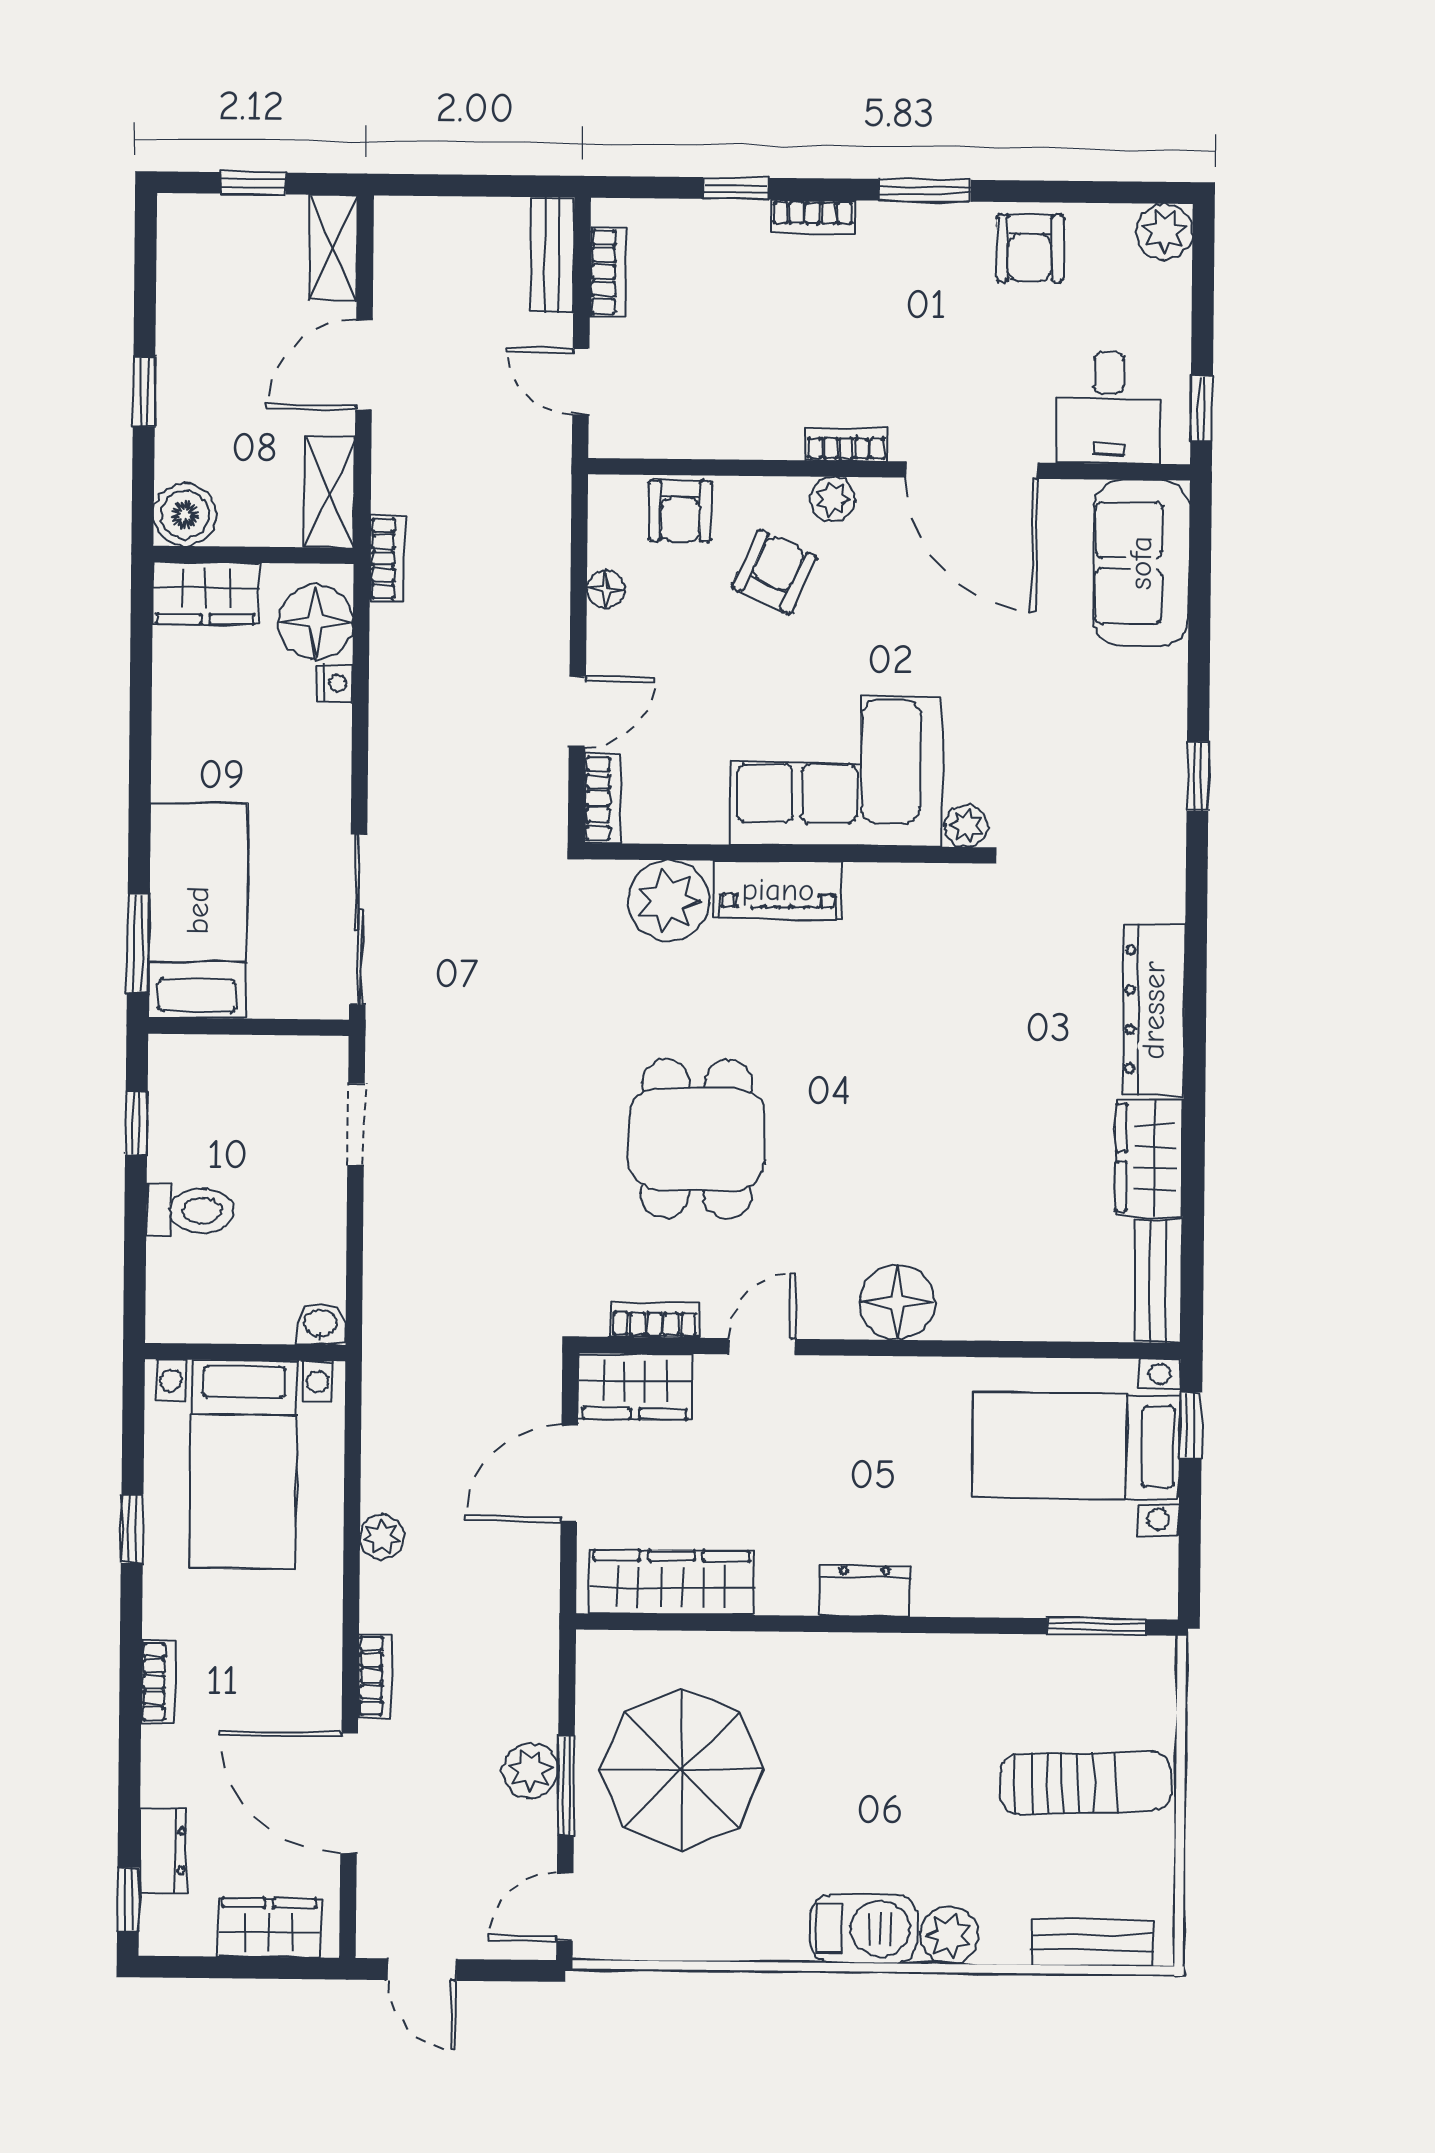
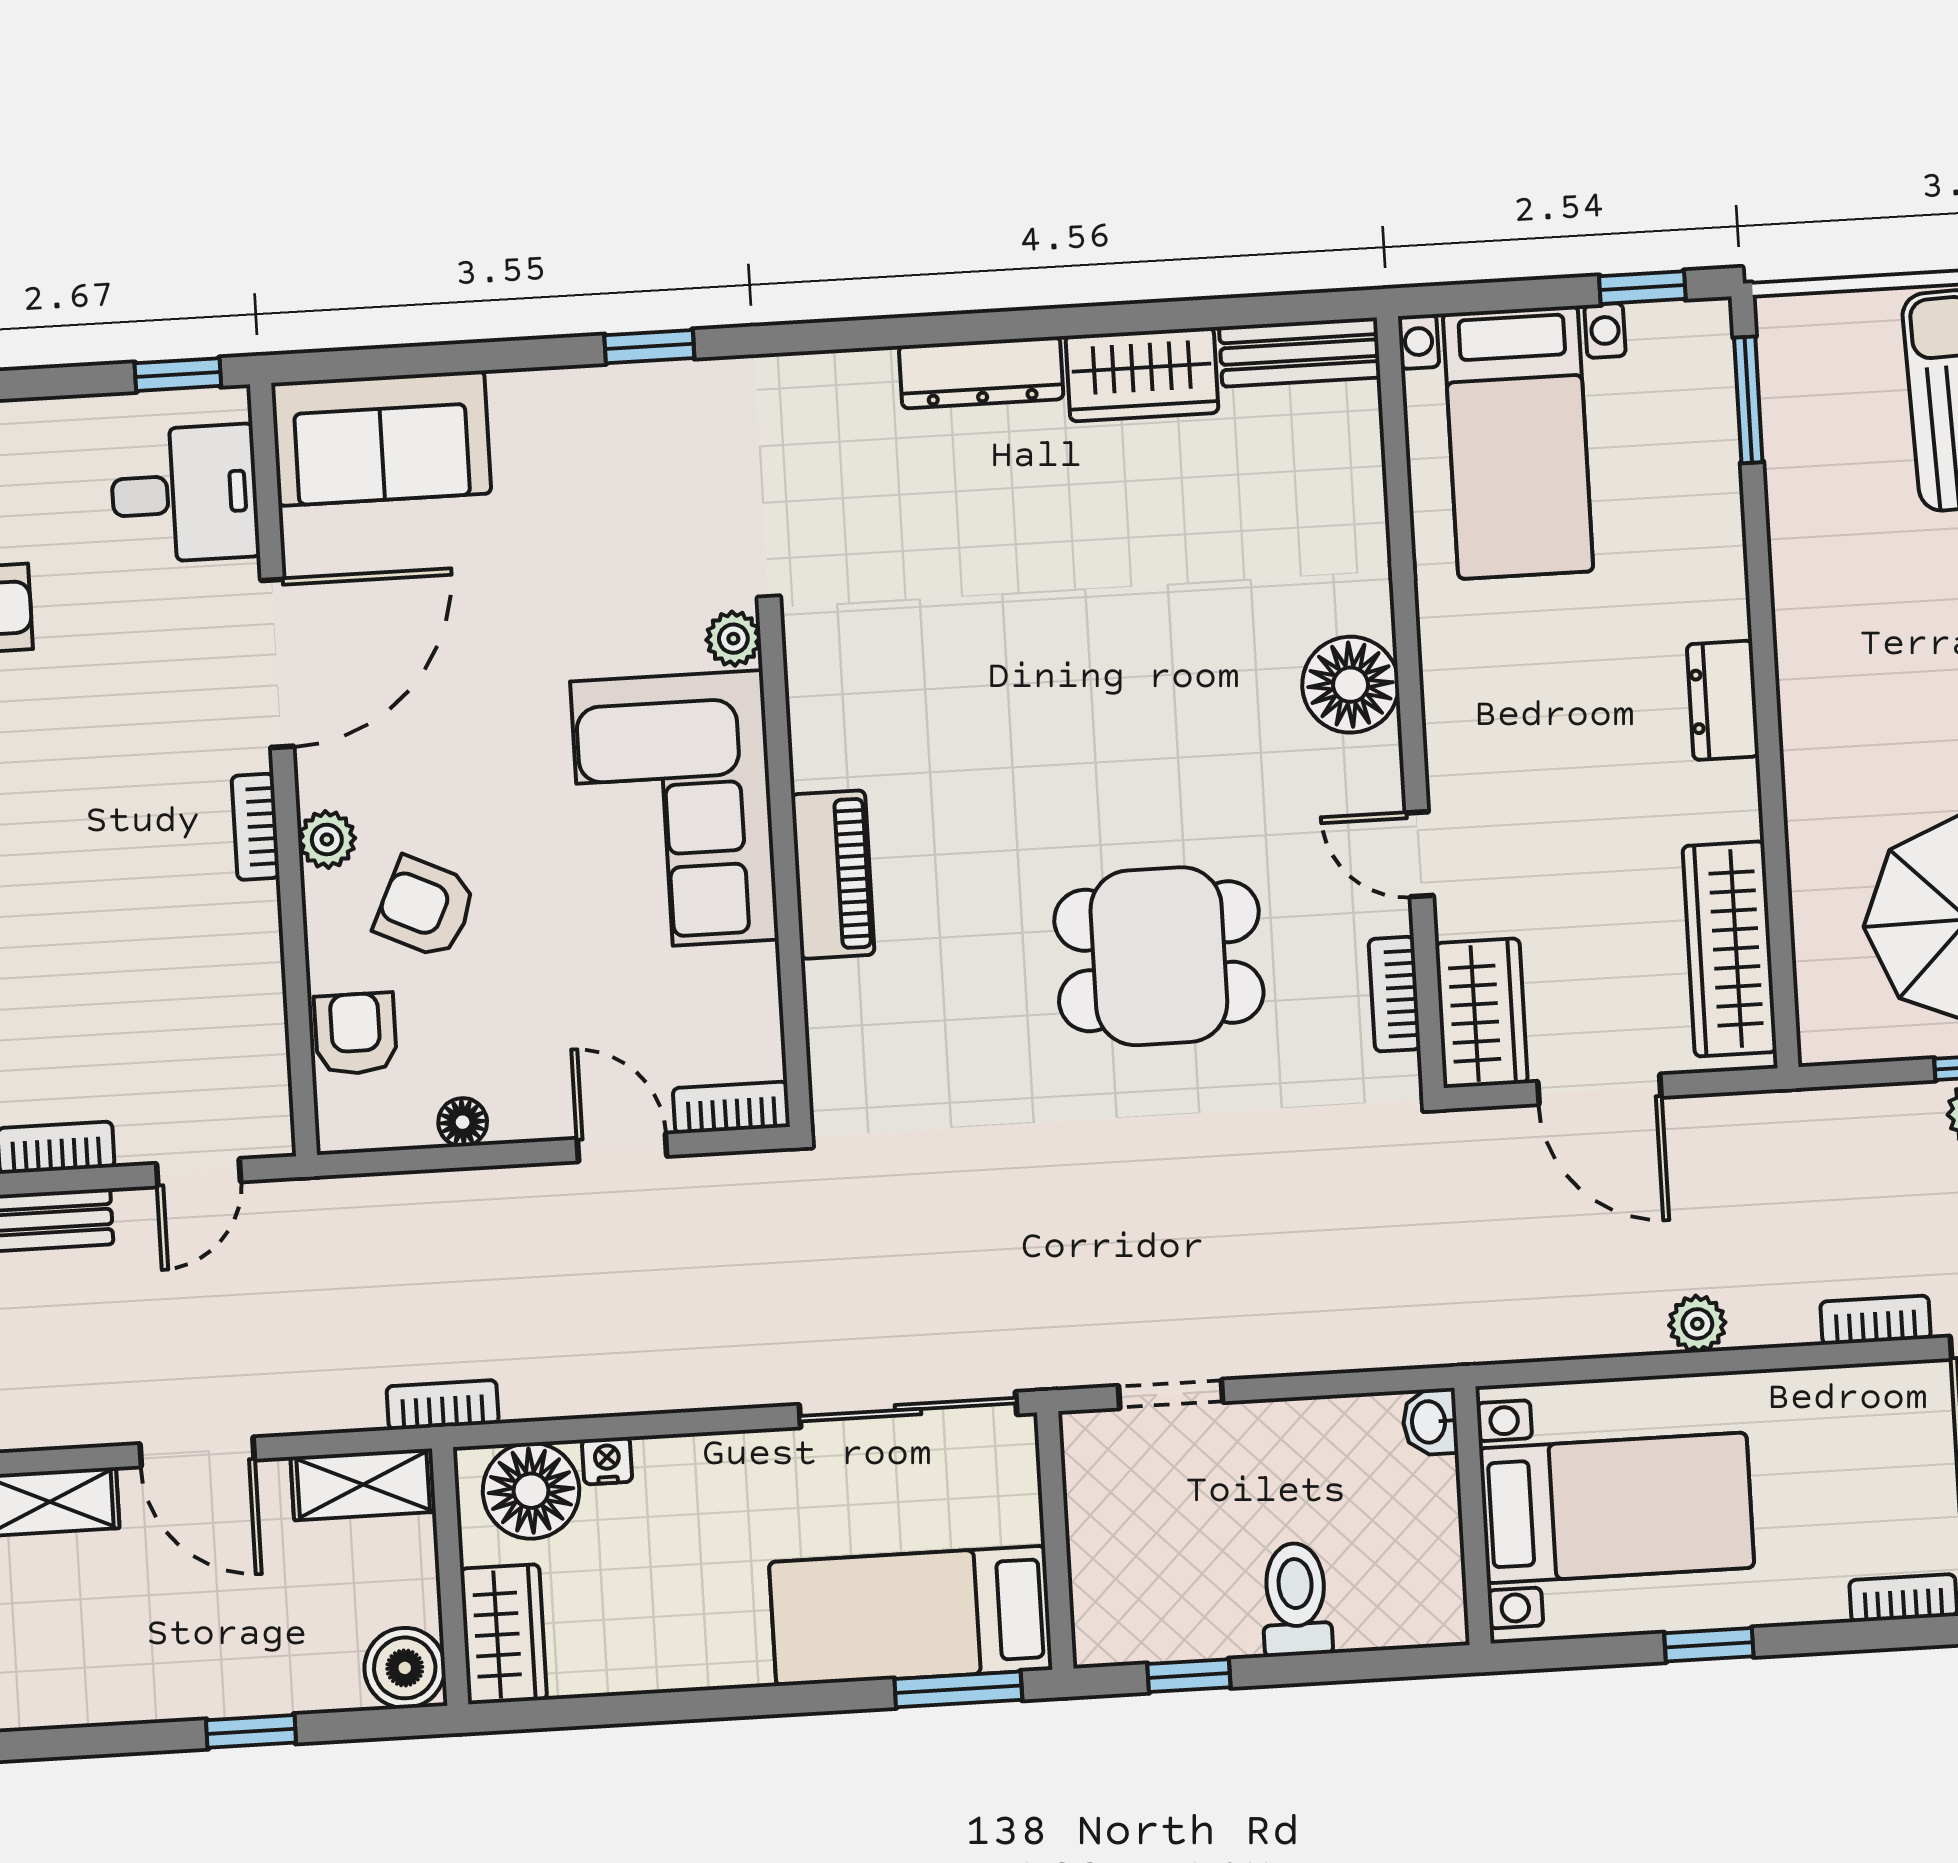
armchair: (680, 511) -> (355, 1034), turned -90
plant: (669, 901) -> (856, 1014), removed
dresser: (1154, 1010) -> (981, 372), width x0.73, depth x0.80
window: (1191, 1426) -> (1642, 288), moved

